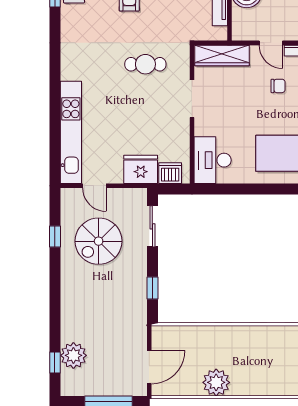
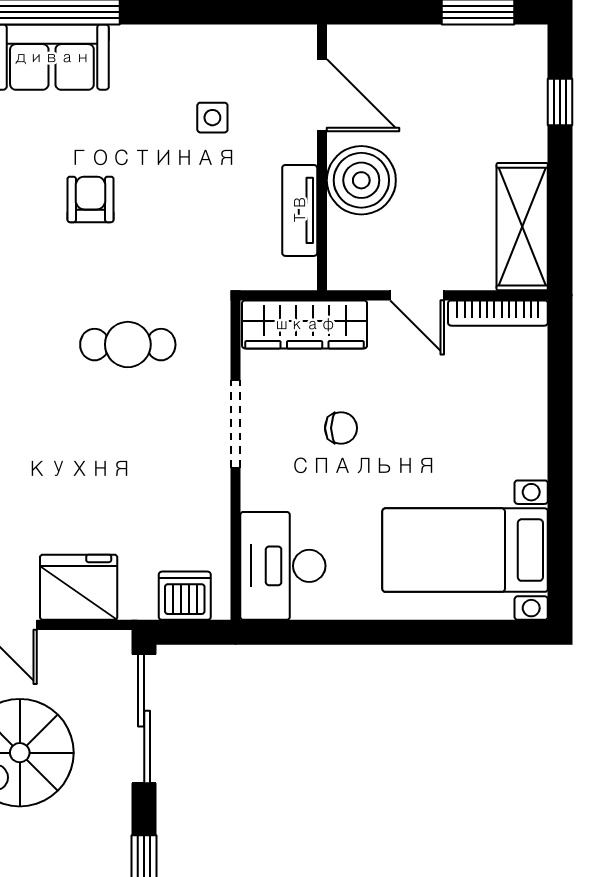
chair: (278, 86) -> (341, 428), moved
fridge: (141, 169) -> (79, 587), moved
sliding door: (152, 226) -> (144, 719), width x1.37

